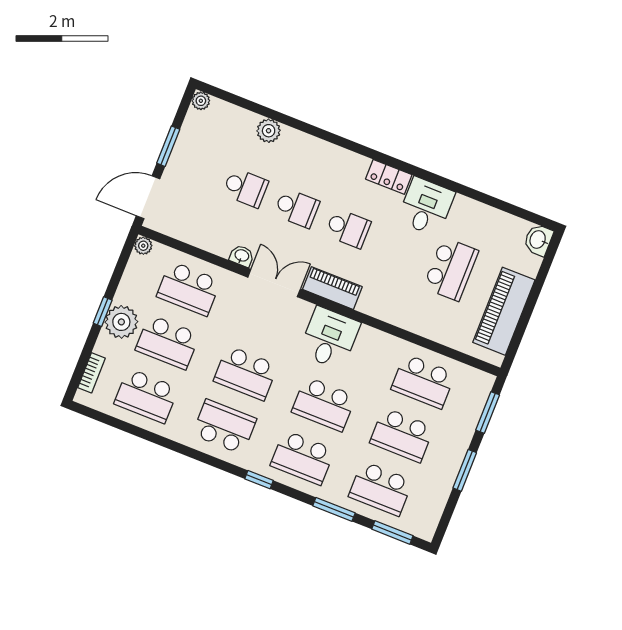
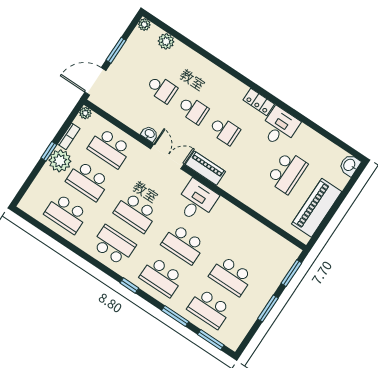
plant: (269, 131) -> (166, 41), moved
bookcase: (92, 373) -> (69, 136), moved
school desk: (423, 381) -> (253, 243), removed

